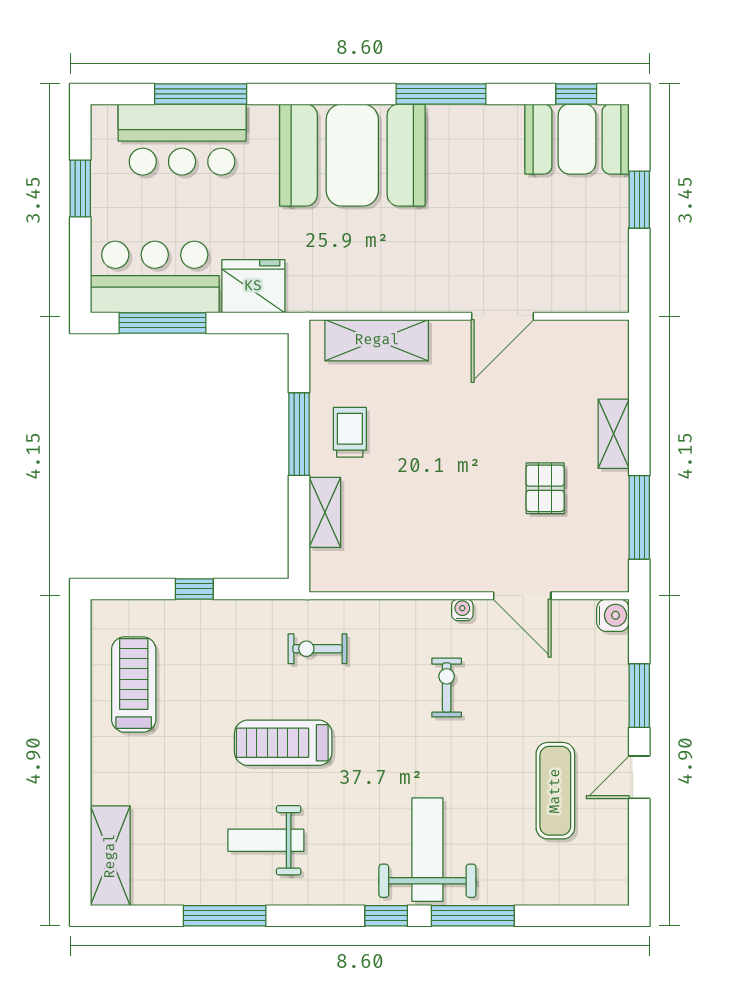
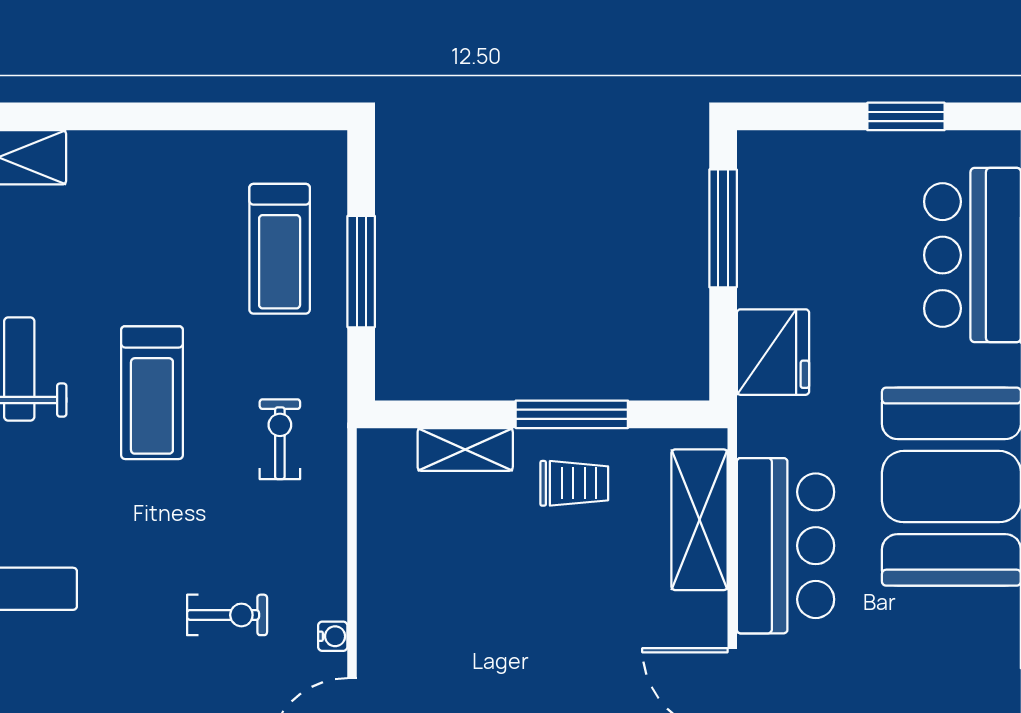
bar counter: (155, 277) -> (786, 546), moved
window: (194, 589) -> (361, 272), width x2.17
treadmill: (134, 684) -> (280, 249), moved, turned 90
treadmill: (283, 743) -> (152, 393), turned 180

